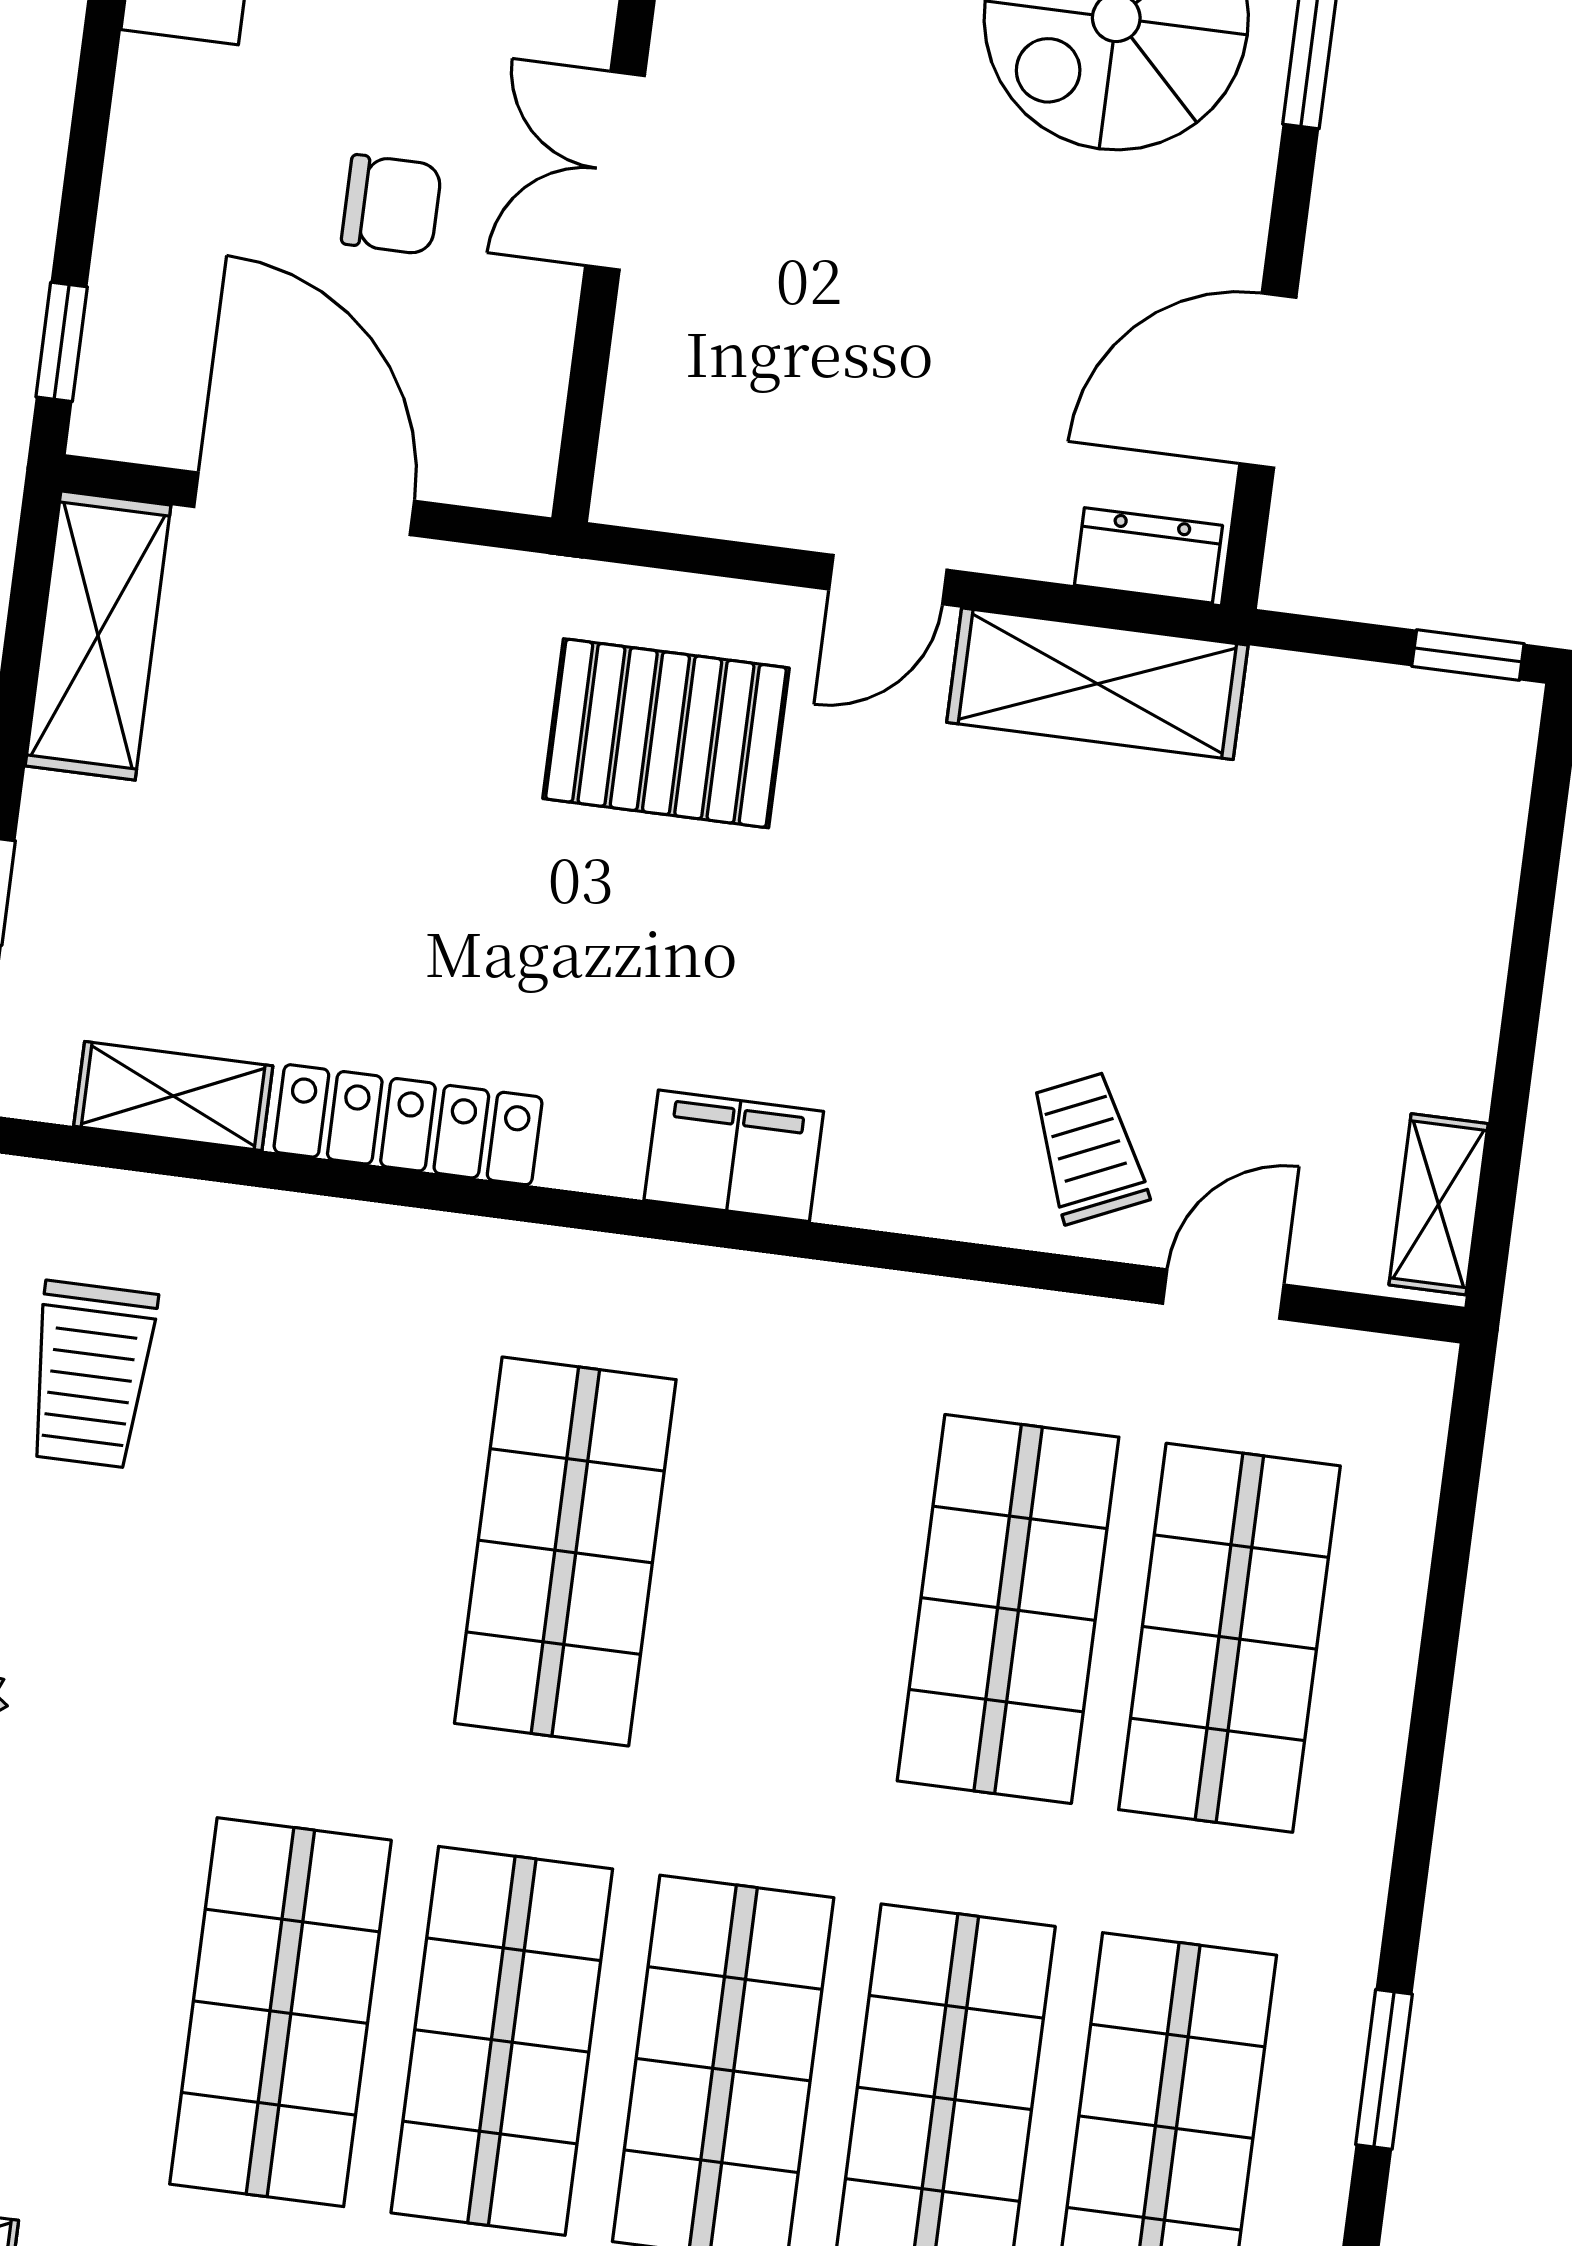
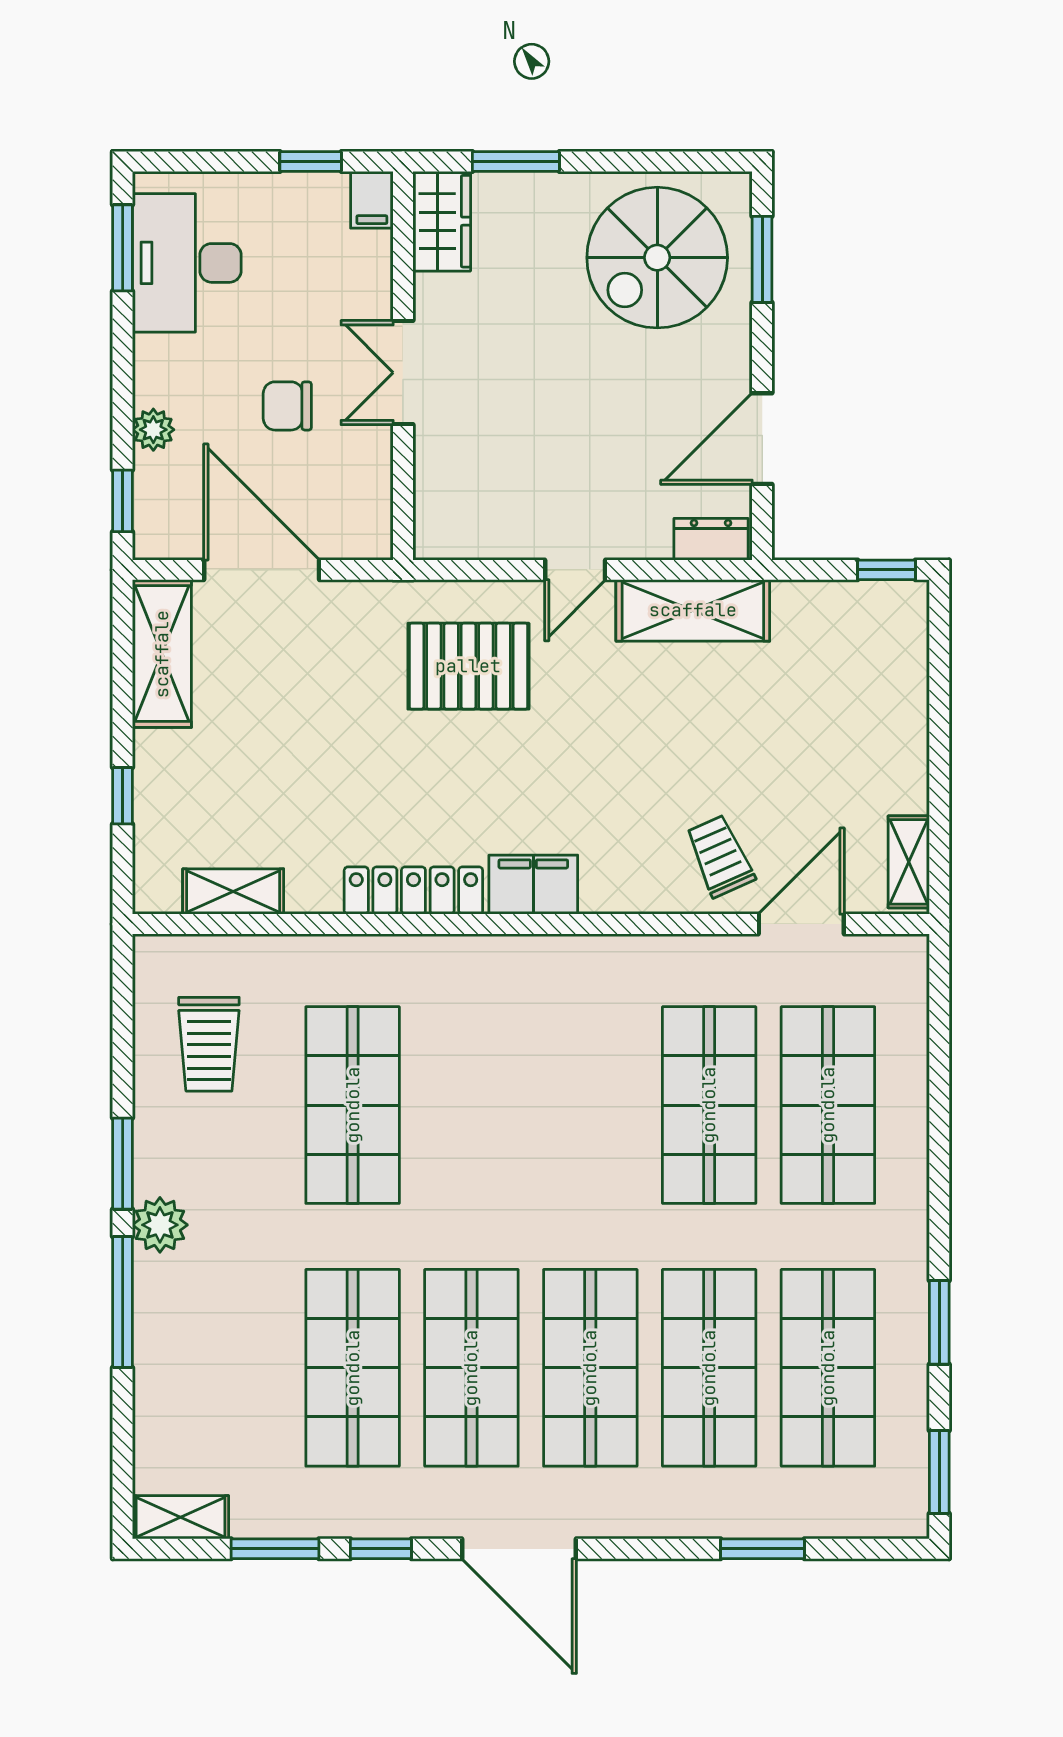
chair: (392, 205) -> (287, 406), turned 180
plant: (136, 216) -> (153, 430), added
locker: (408, 1125) -> (413, 891), moved
door: (1223, 1294) -> (801, 924), width x1.38
shop shelf: (565, 1551) -> (353, 1105), moved

